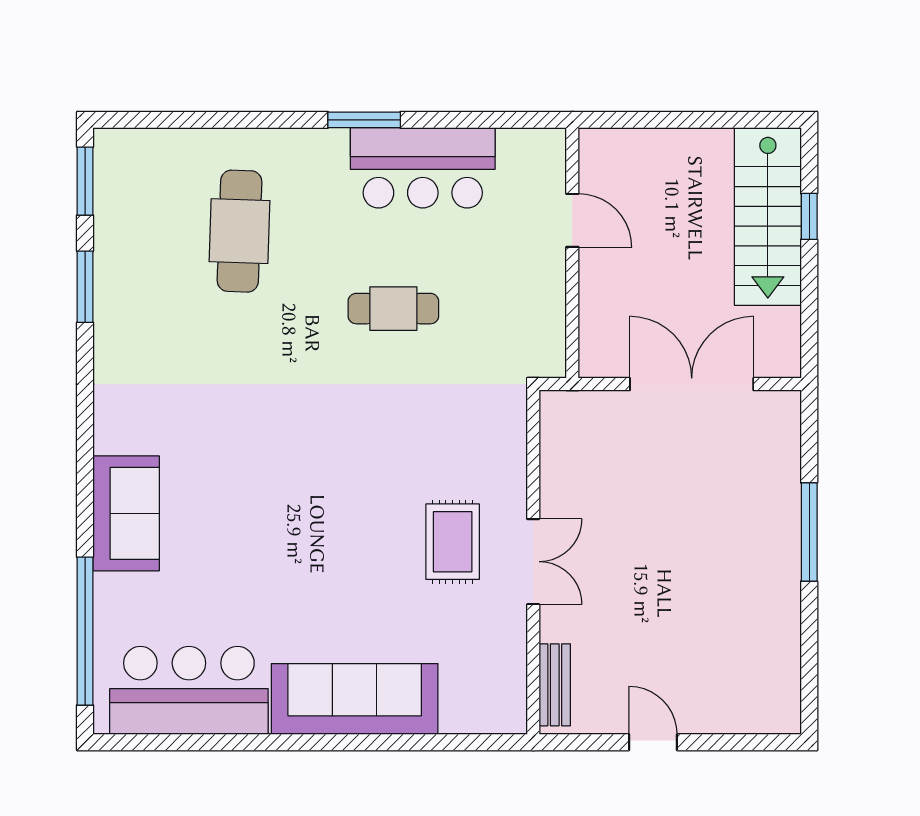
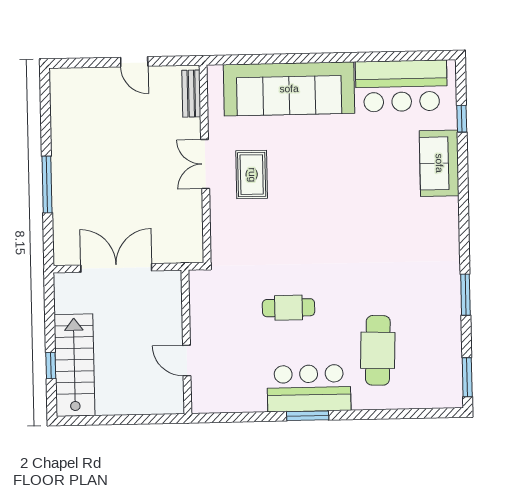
bar counter: (423, 168) -> (309, 388), moved
window: (85, 287) -> (465, 295), moved
double door: (692, 384) -> (116, 268), swing flipped
sofa: (126, 513) -> (439, 163), moved
window: (85, 631) -> (462, 119), width x0.32
sofa: (355, 699) -> (289, 89), width x1.36, depth x1.27

